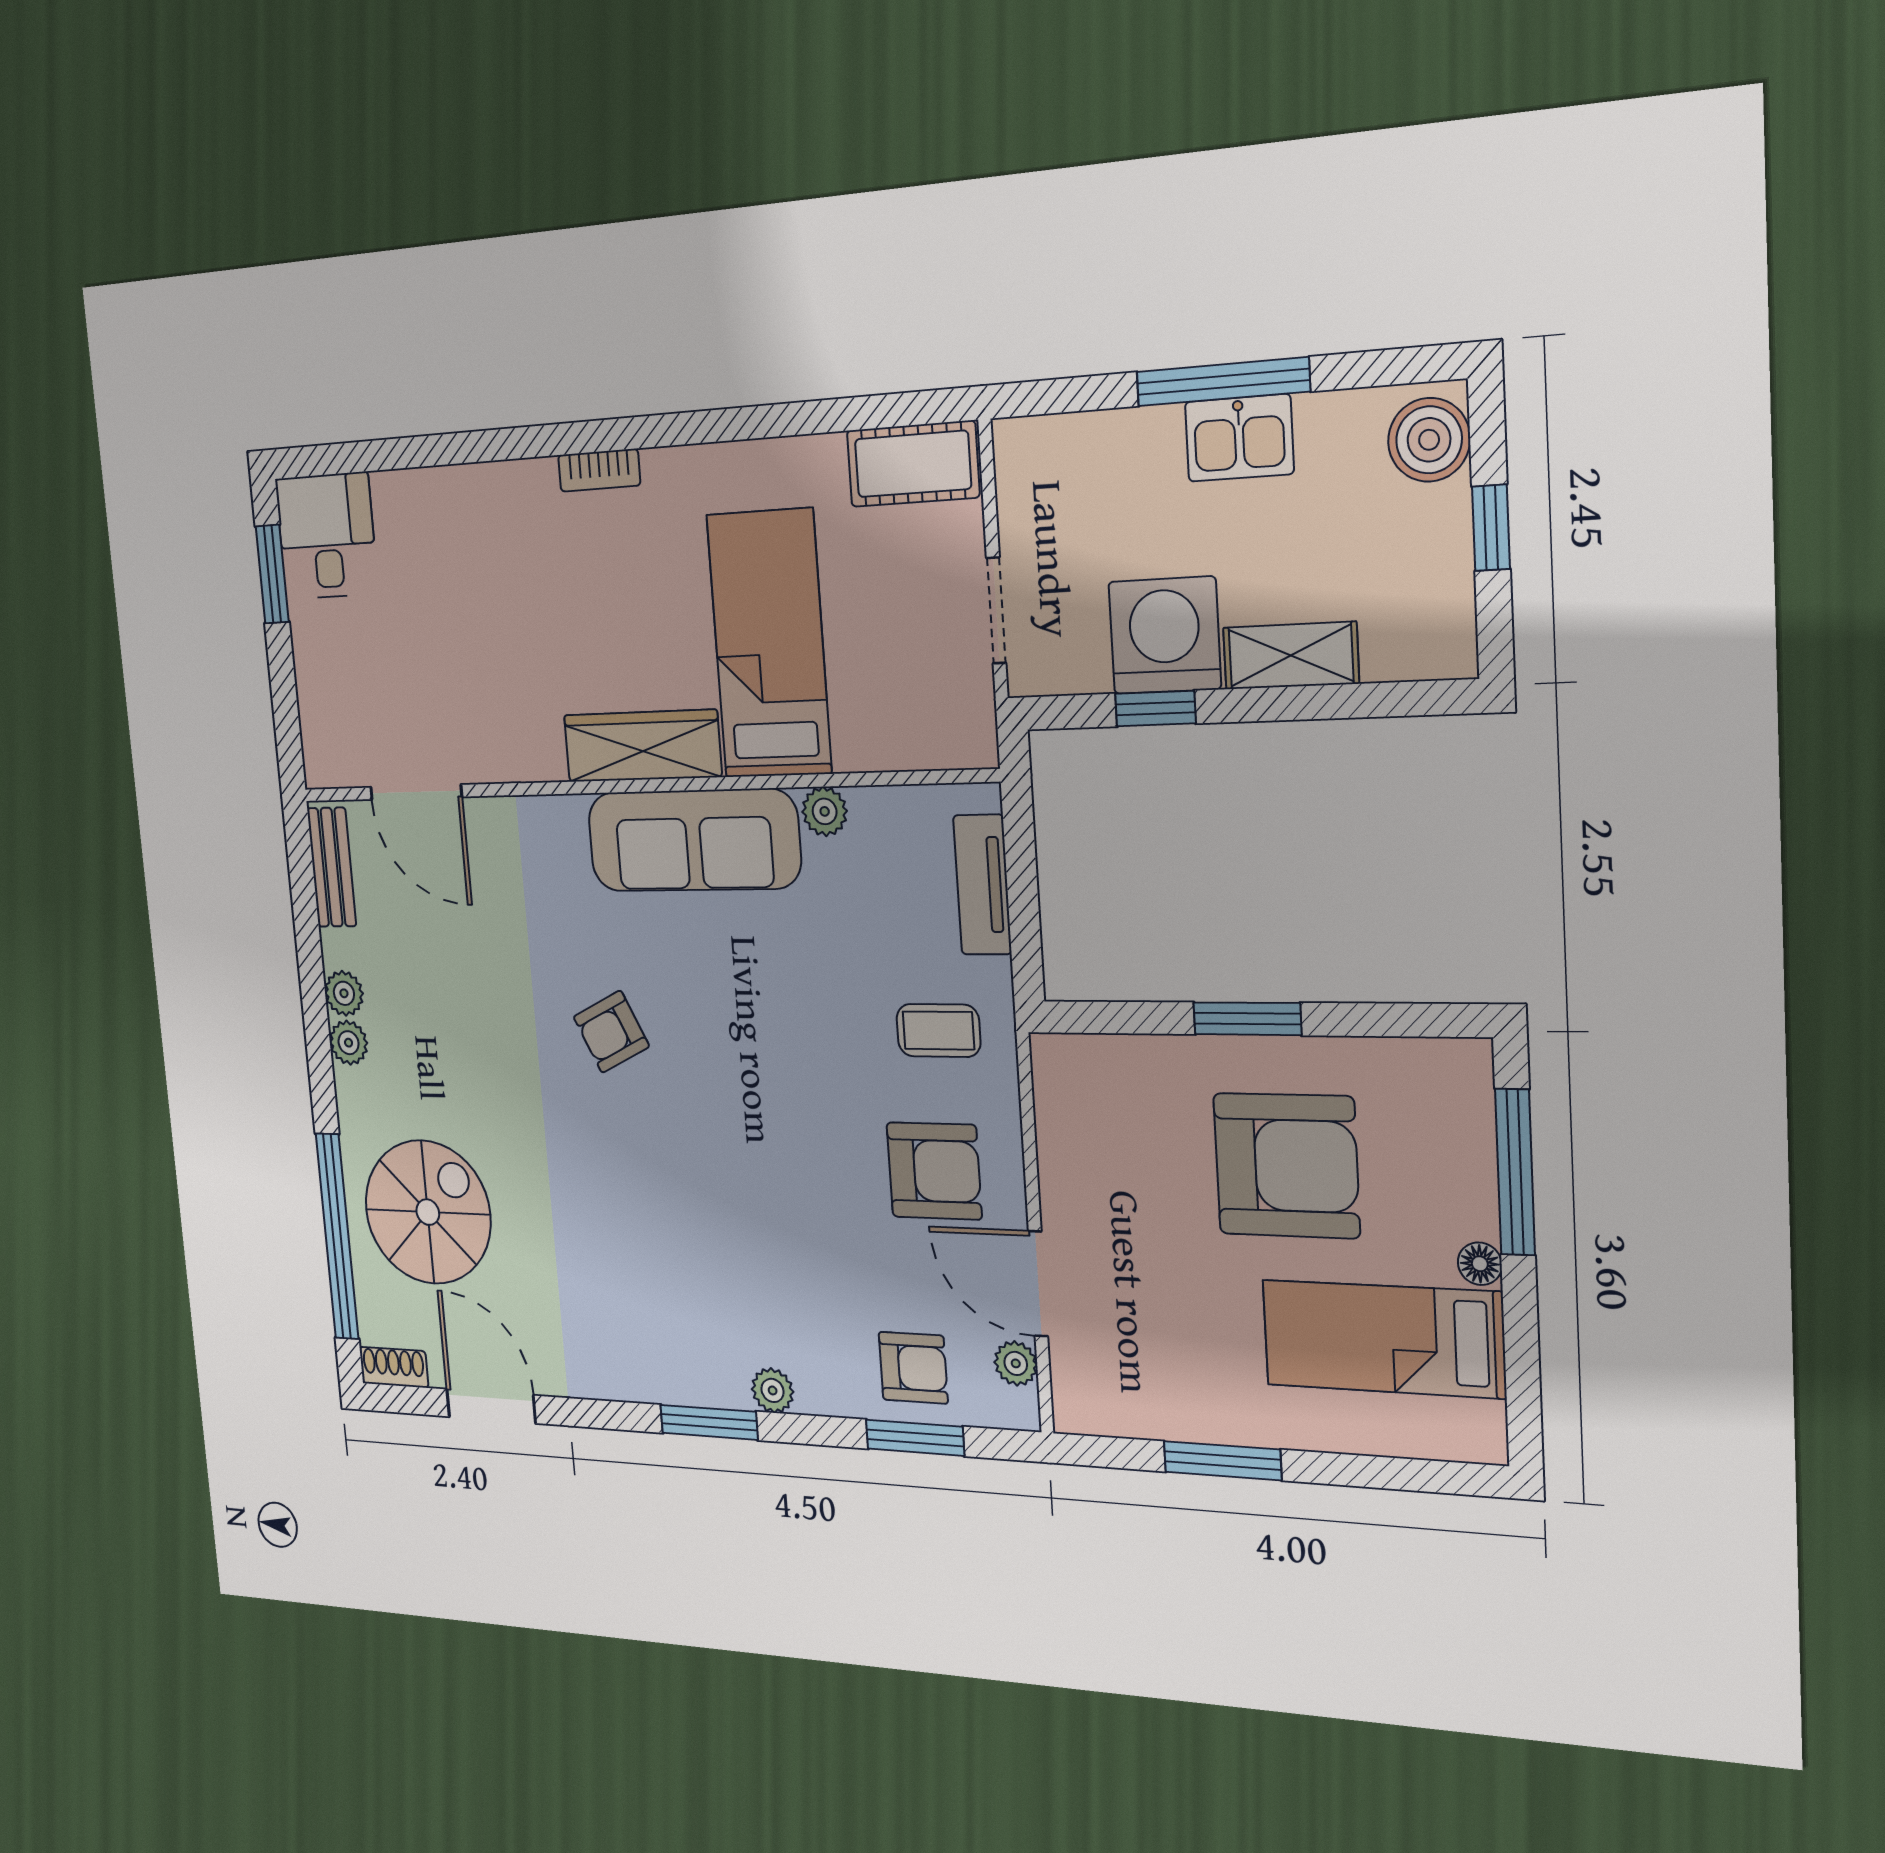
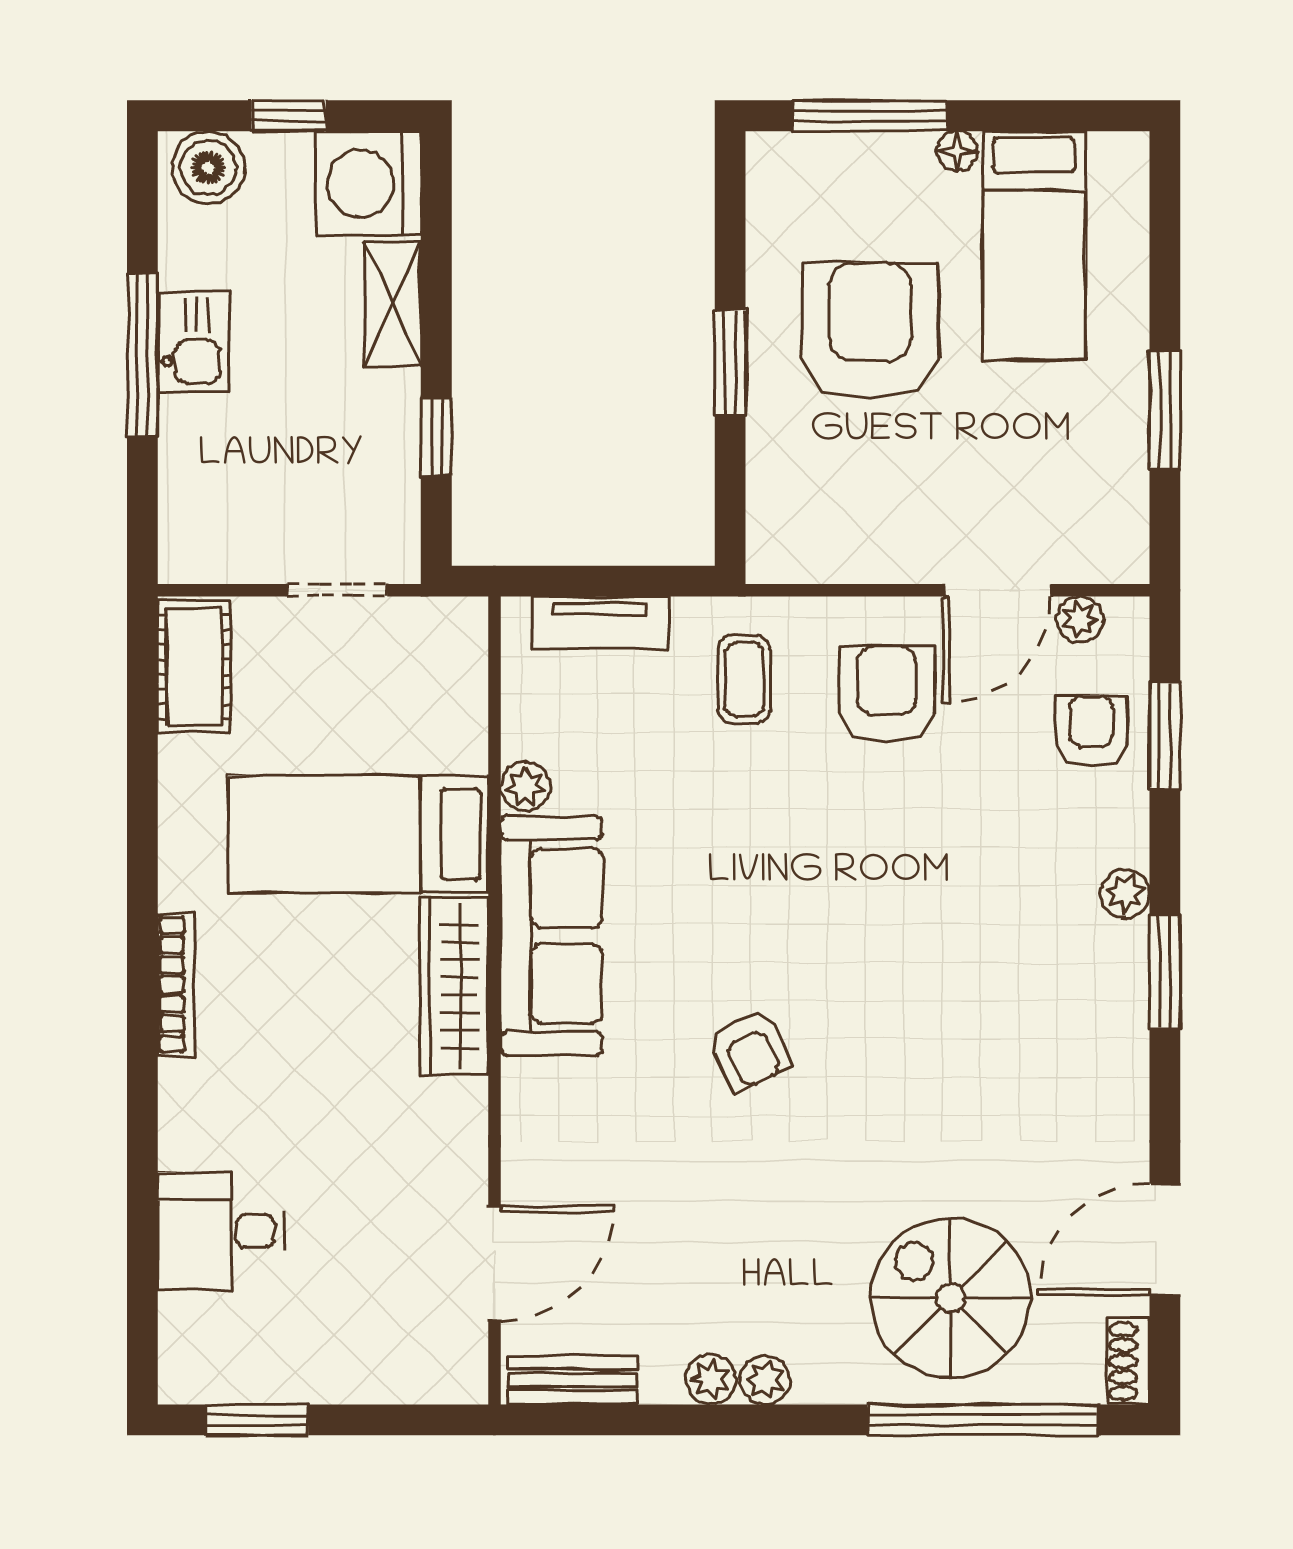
bookcase: (599, 470) -> (176, 985), width x1.56
desk: (327, 536) -> (221, 1231), moved
washing machine: (1165, 635) -> (369, 183), moved

